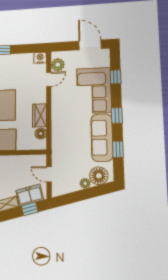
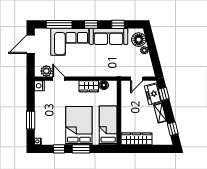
window: (116, 77) -> (59, 24), width x2.17

